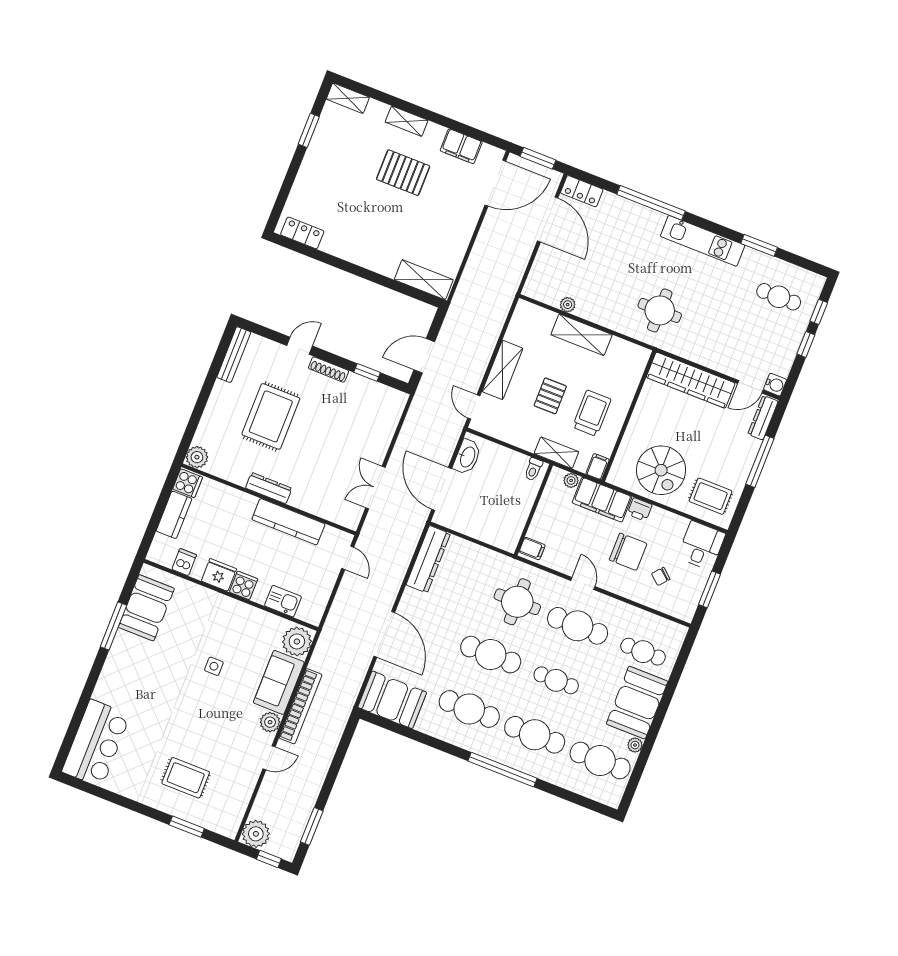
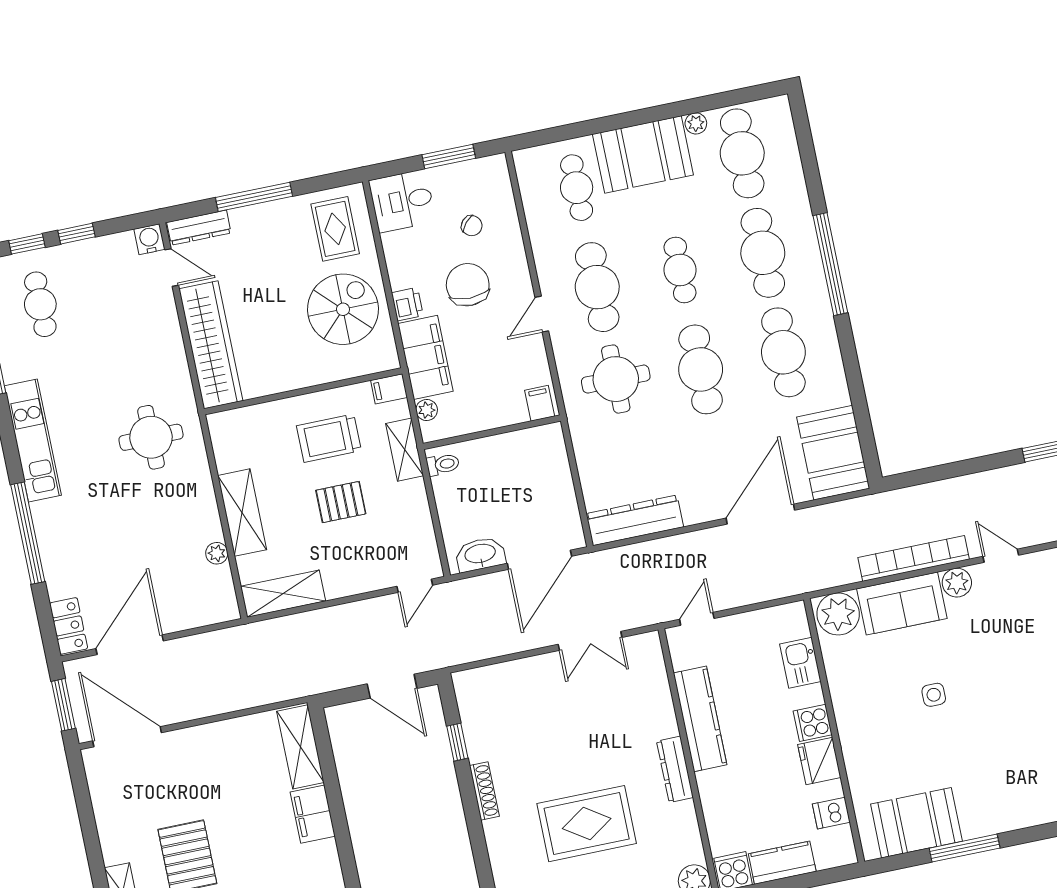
filing cabinet: (461, 146) -> (313, 814), moved, turned 180
door: (300, 346) -> (479, 845), removed
shelving: (502, 370) -> (283, 594), moved

